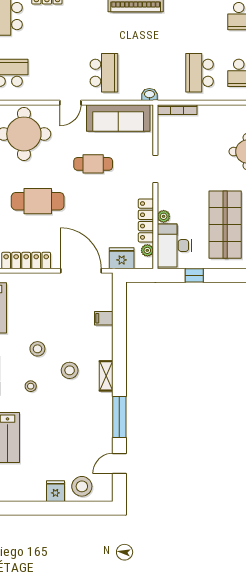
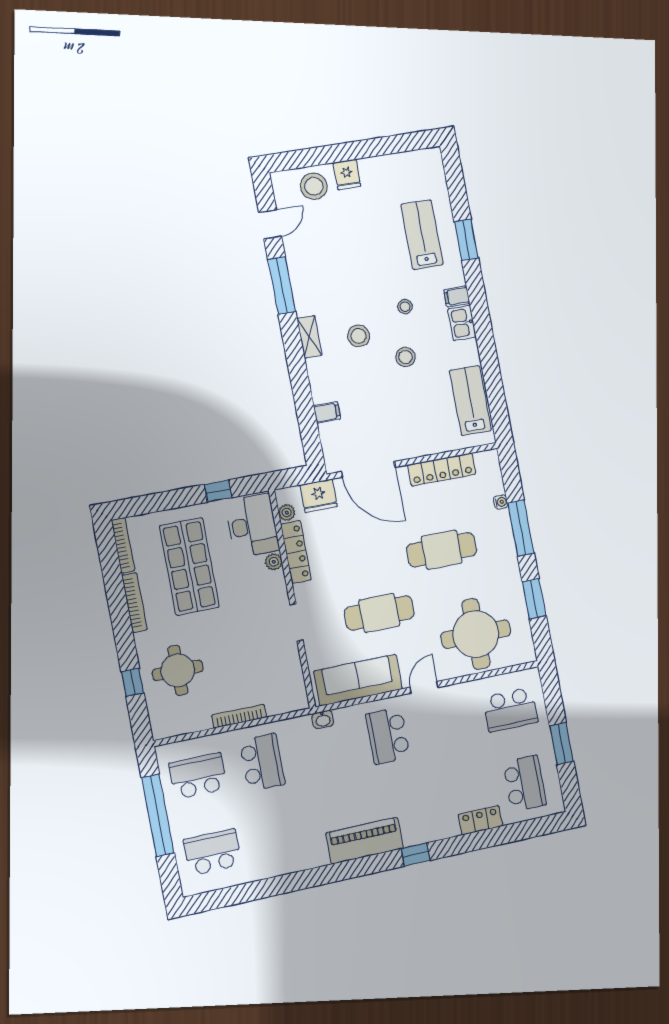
bookcase: (177, 110) -> (239, 716), moved
cafe table: (93, 164) -> (379, 613), width x1.37, depth x1.35

